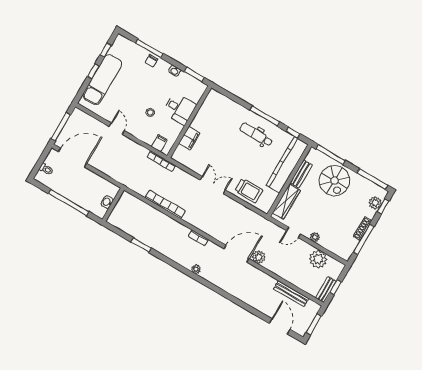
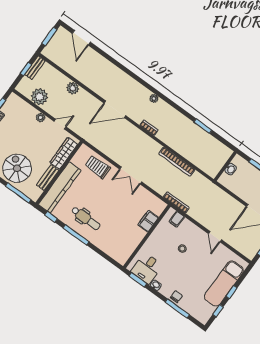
desk: (179, 109) -> (147, 268), moved, turned -90
plant: (259, 257) -> (73, 88), moved
bench: (291, 294) -> (68, 67), removed

